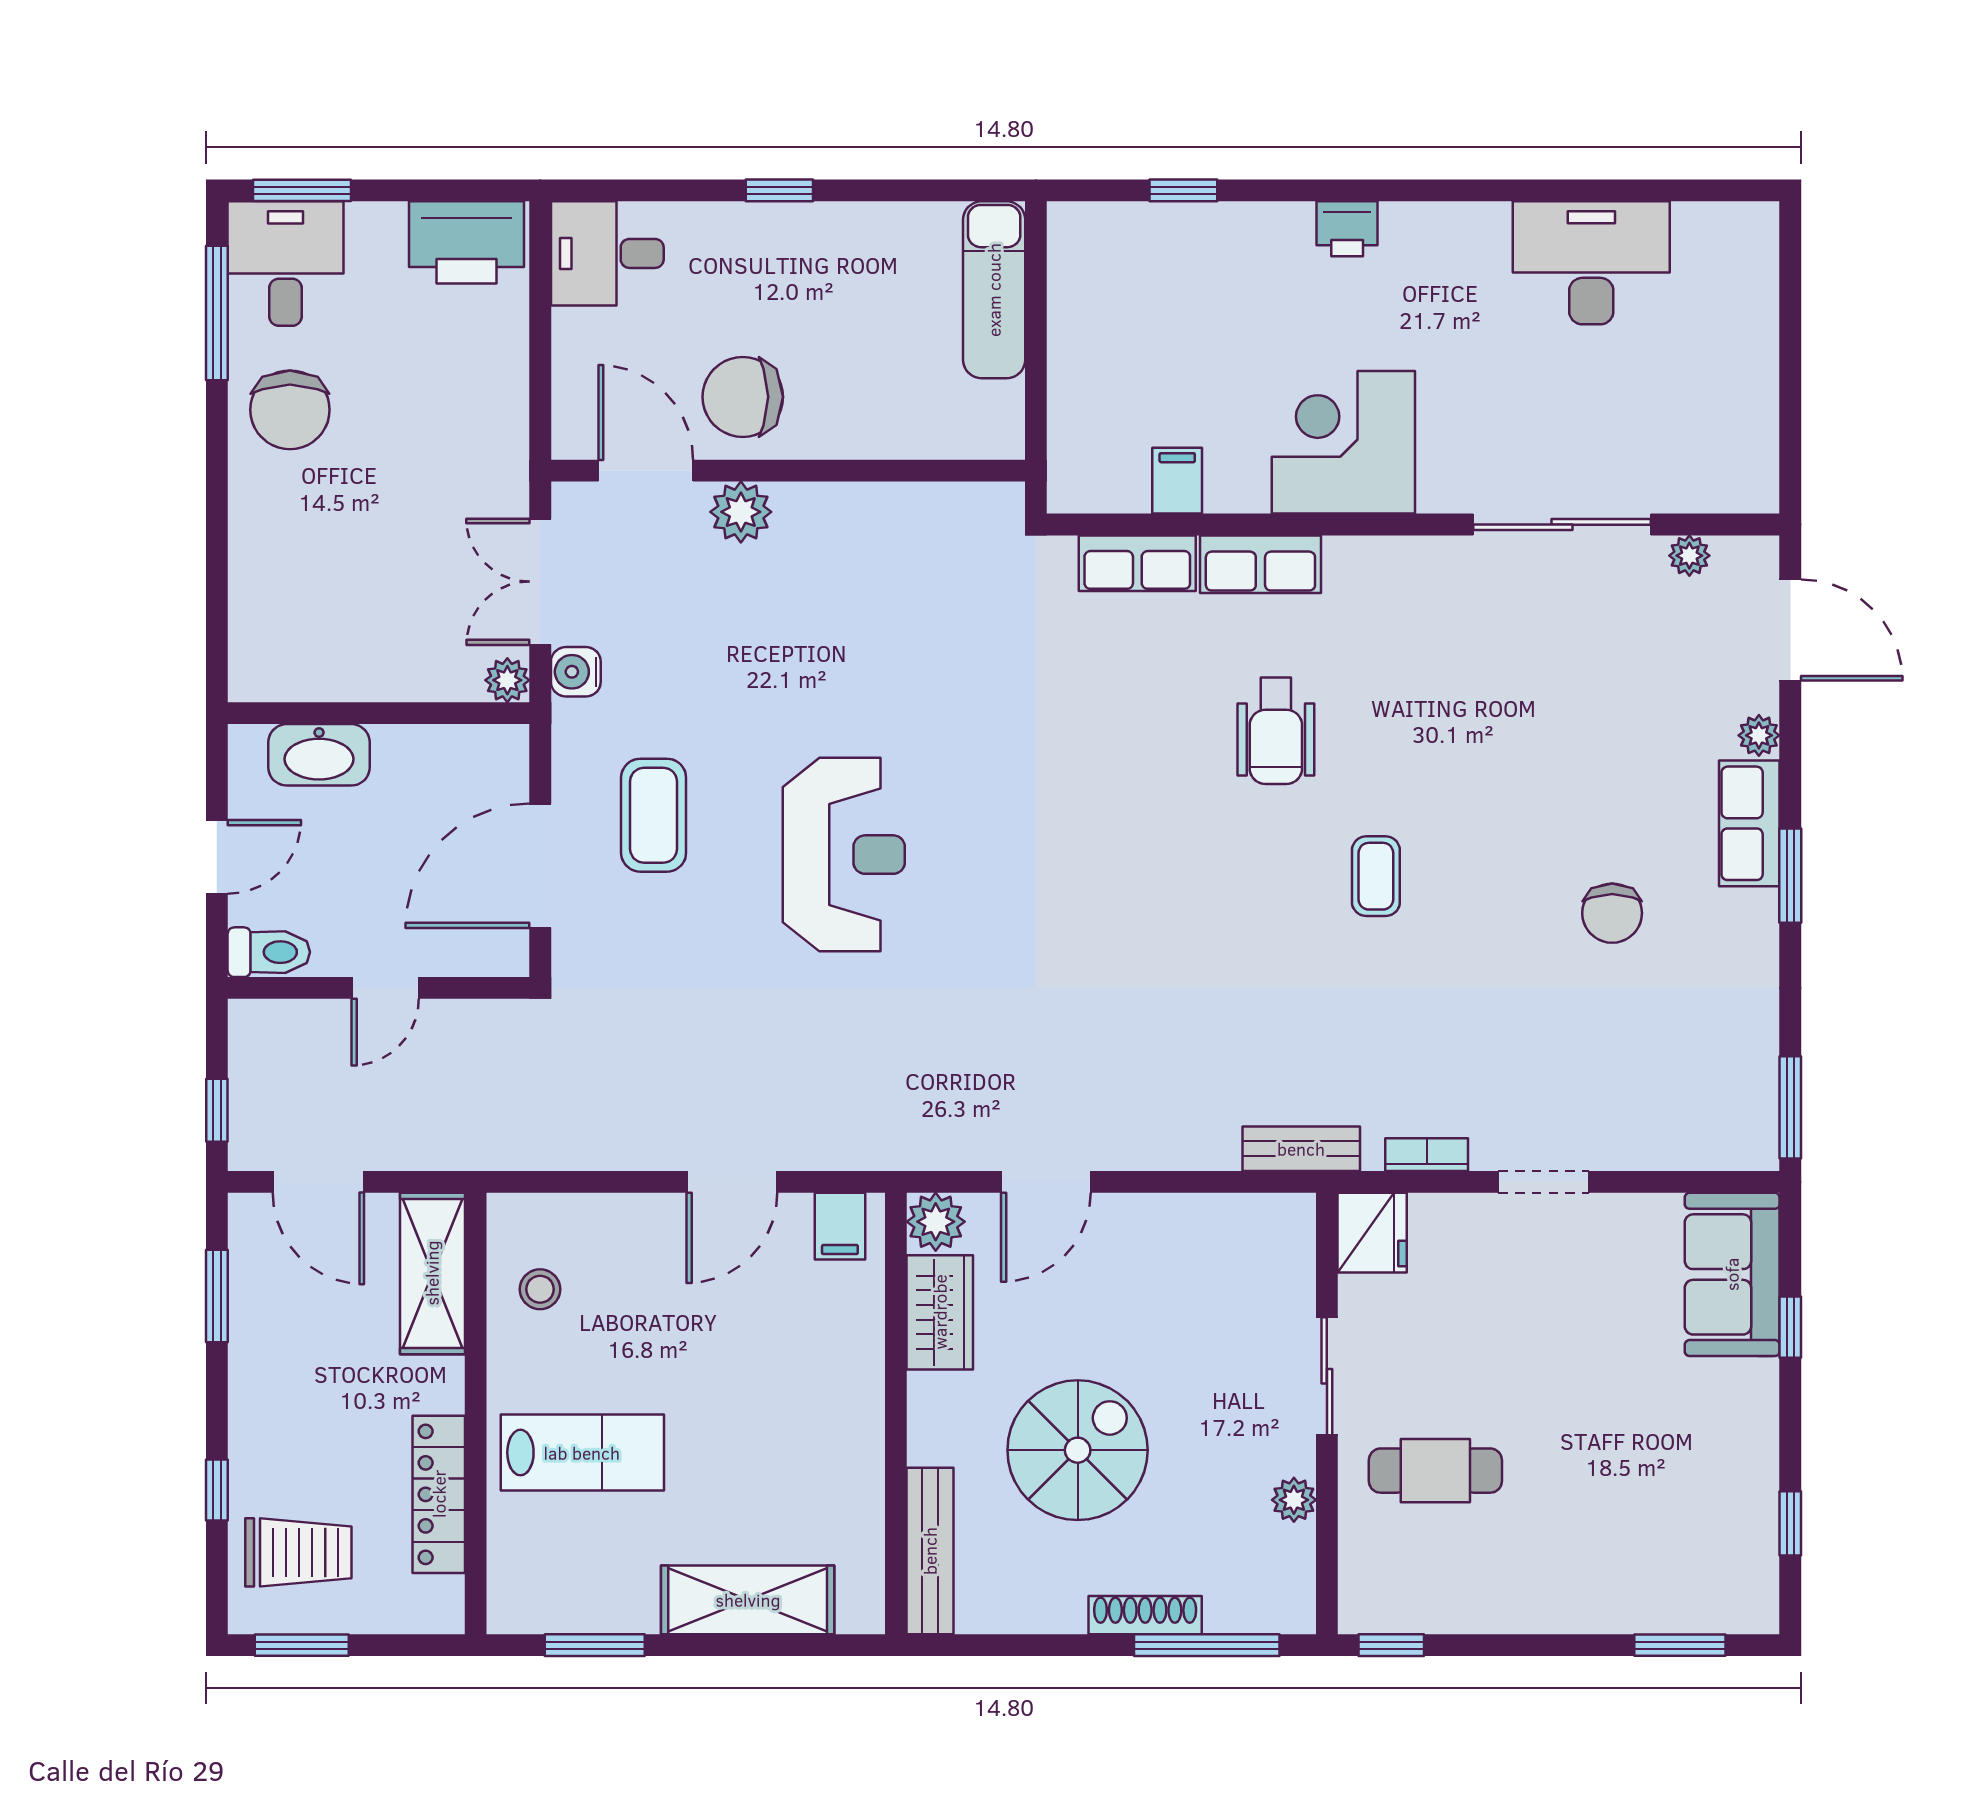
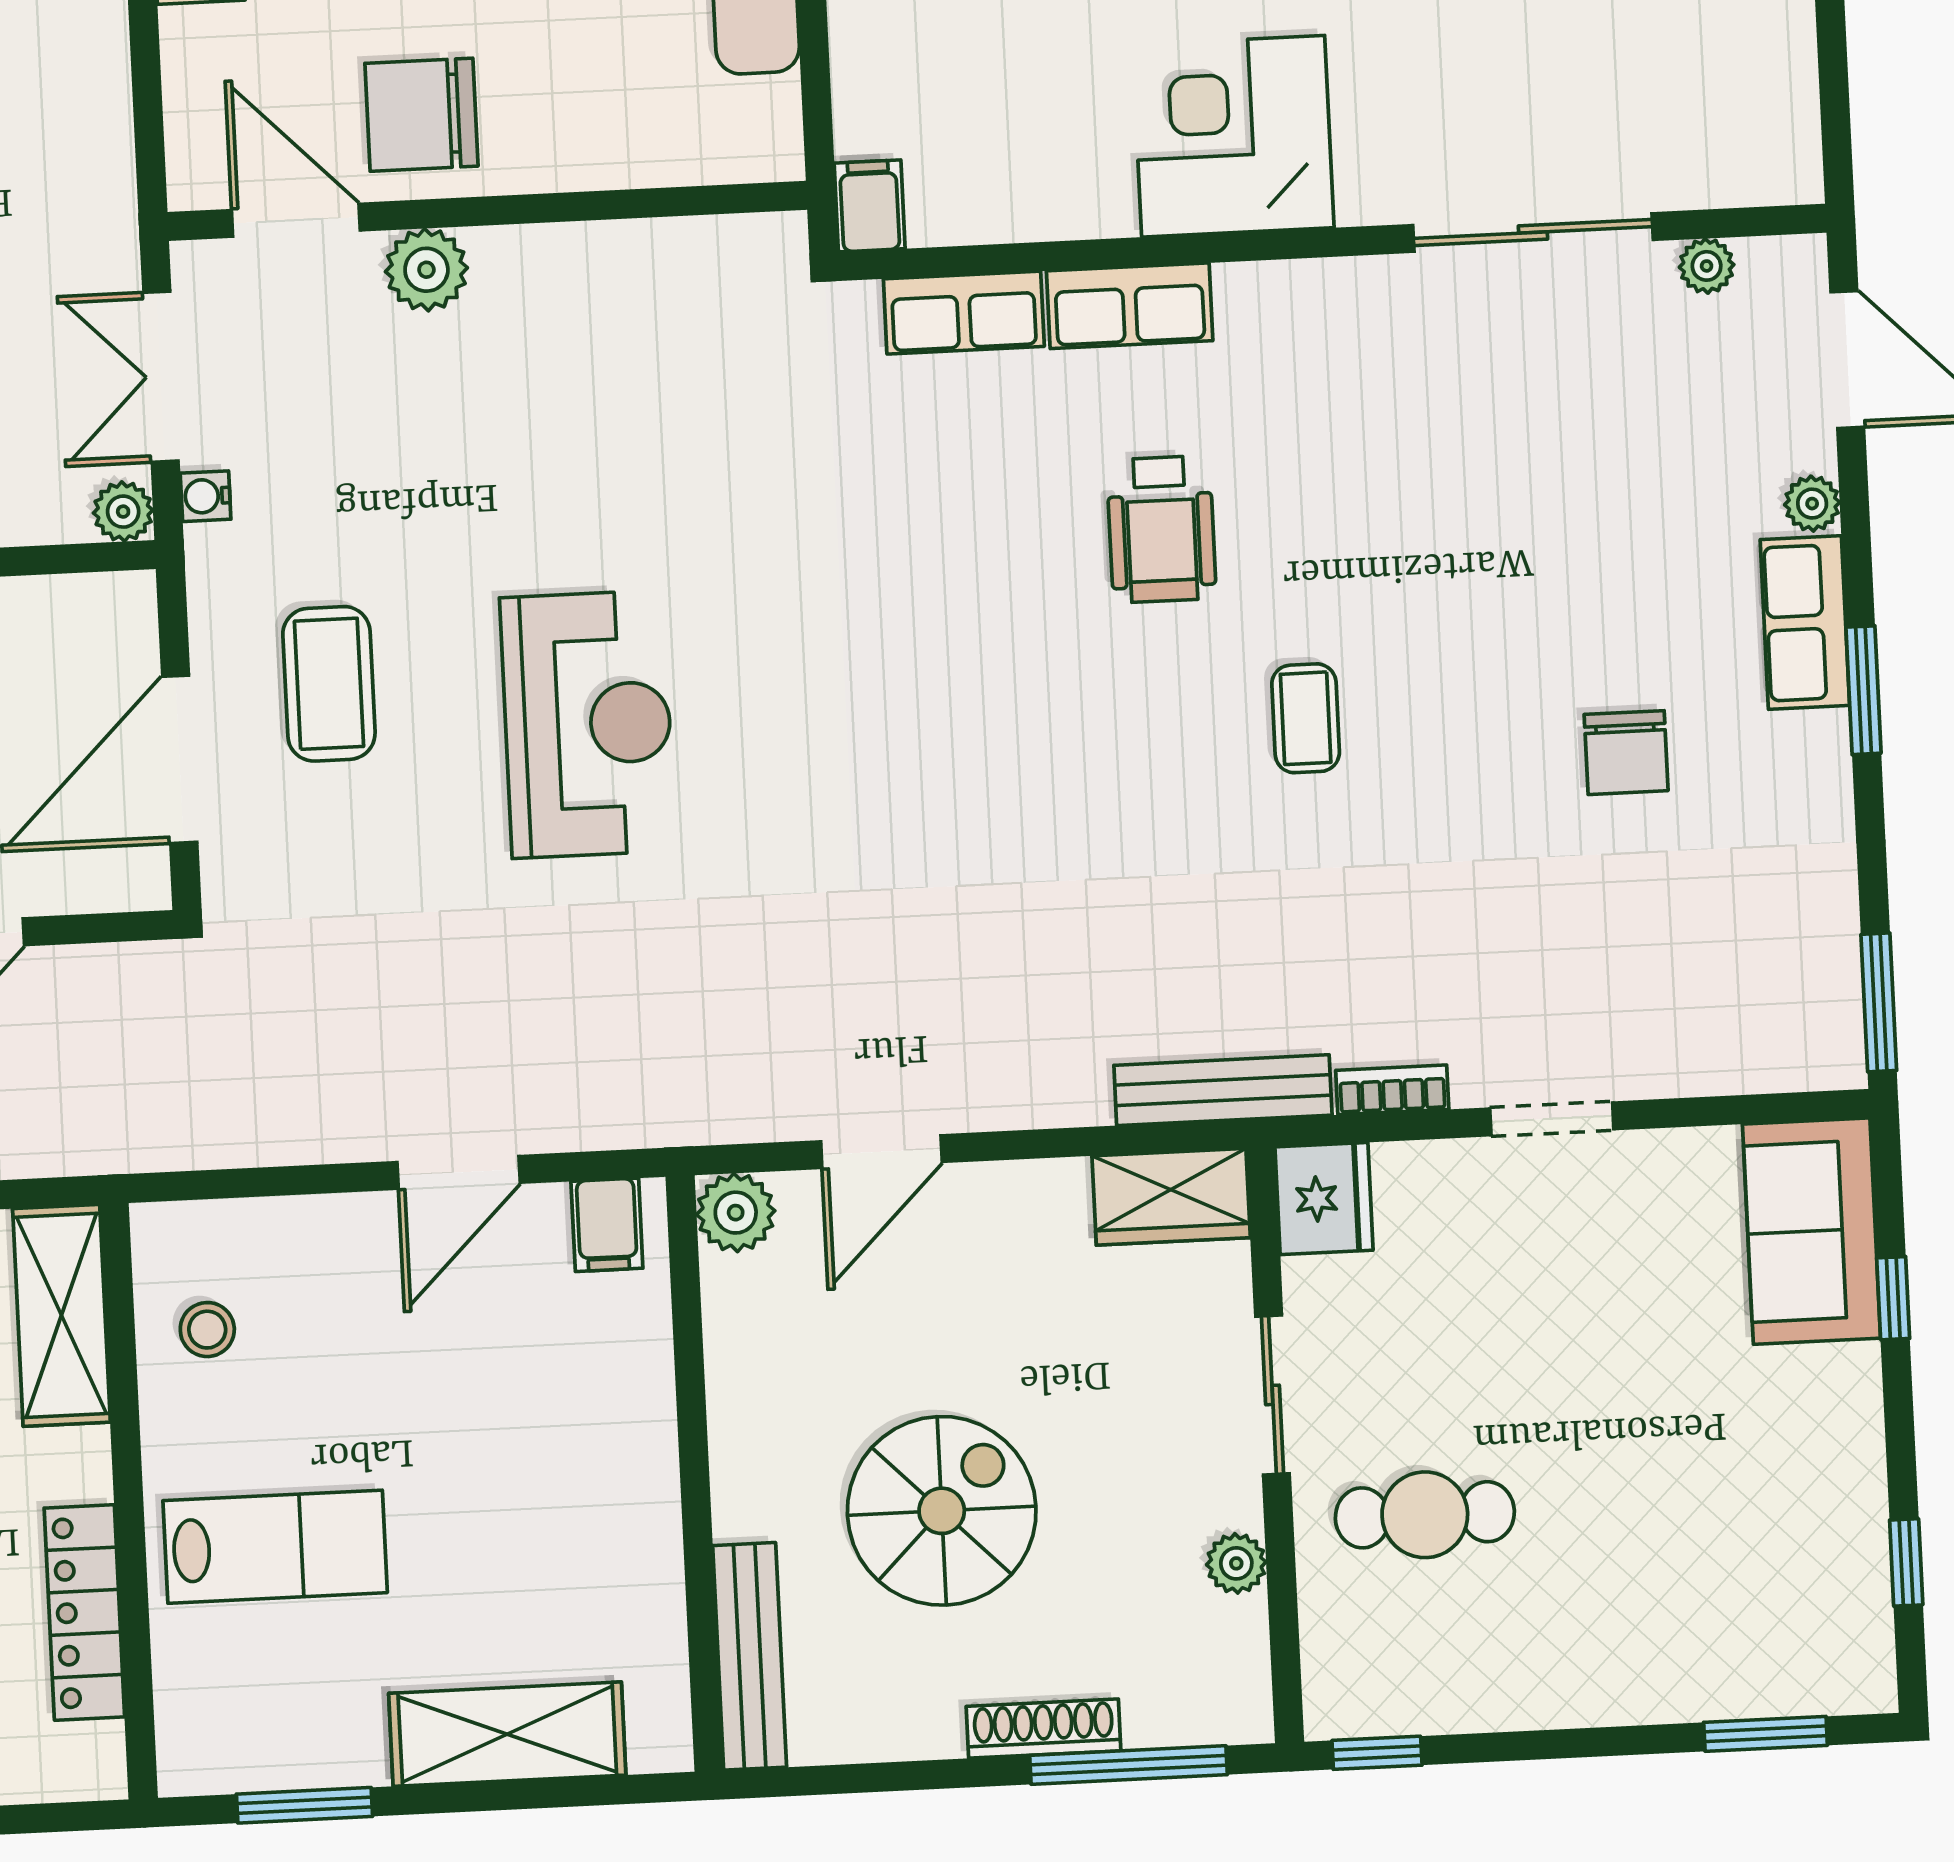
filing cabinet: (1177, 481) -> (870, 206), moved
water cooler: (576, 672) -> (206, 496), width x0.72, depth x0.72
bench: (1301, 1149) -> (1223, 1090), width x1.36
wardrobe: (940, 1312) -> (1171, 1197), moved, turned 90

